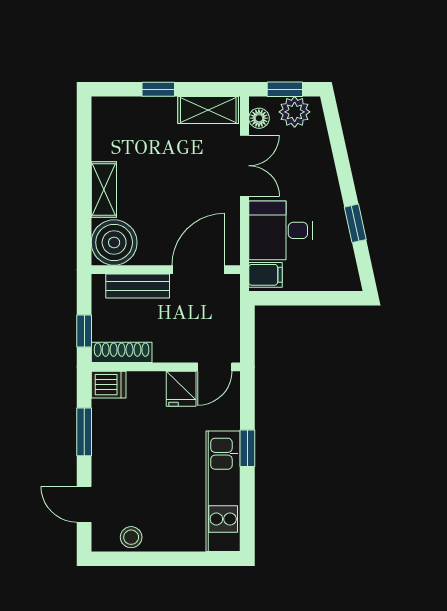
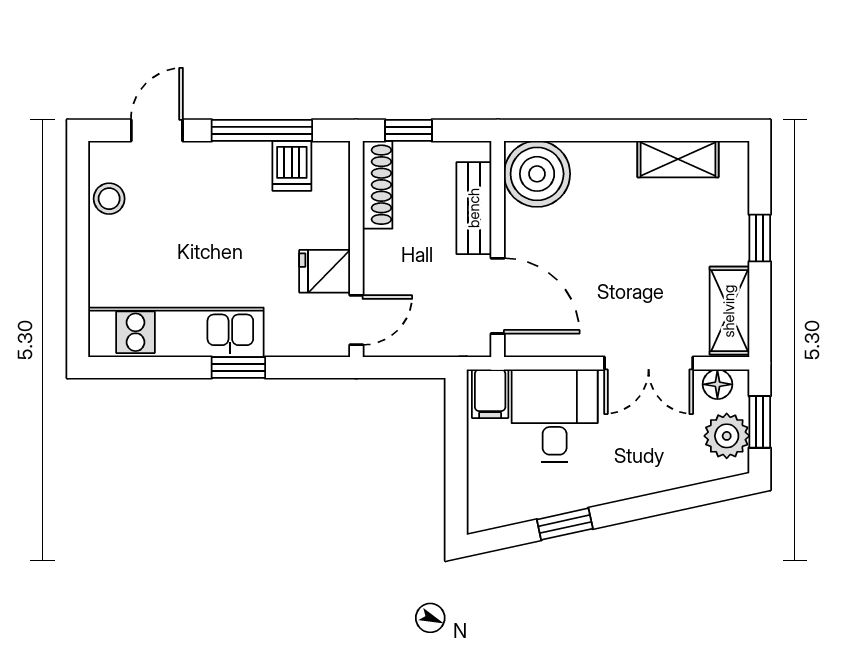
shelving: (104, 189) -> (678, 159), moved
door: (215, 367) -> (356, 320), swing flipped
dishwasher: (109, 385) -> (292, 166), moved
window: (84, 432) -> (262, 130), width x1.44

